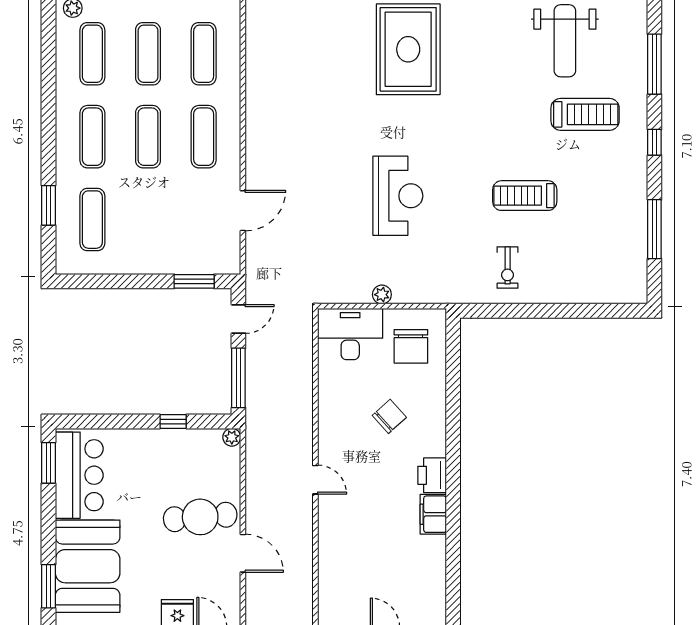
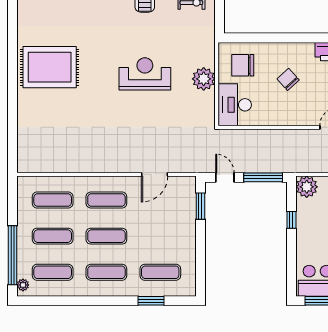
door: (243, 211) -> (155, 174), swing flipped
plant: (382, 295) -> (204, 79), width x1.87, depth x1.87
chair: (411, 346) -> (243, 65), turned 180
plant: (232, 437) -> (307, 187), width x1.88, depth x1.88

